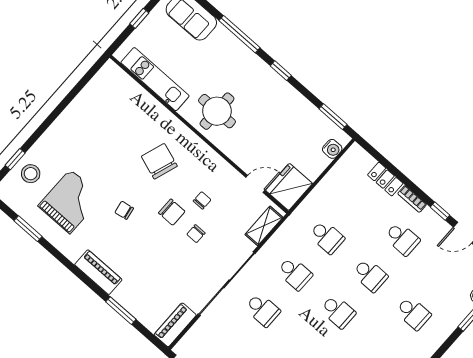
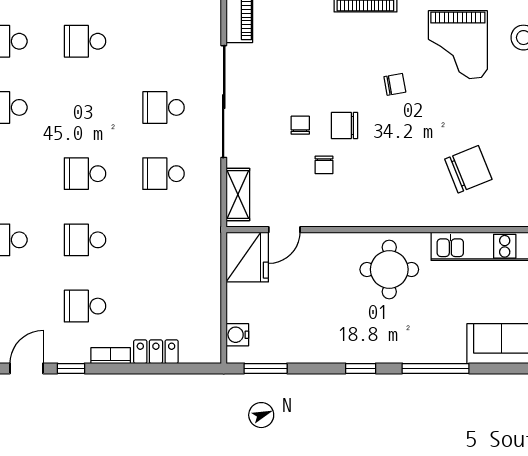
chair: (159, 161) -> (468, 169), moved, turned -41
school desk: (327, 237) -> (164, 240), removed

